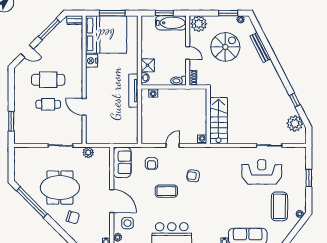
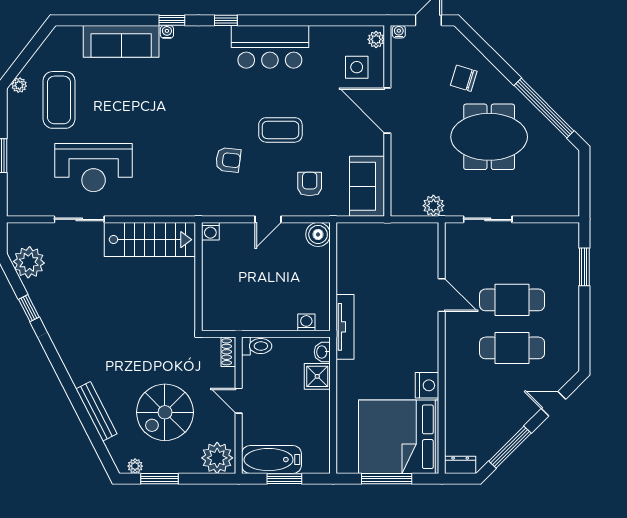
cafe table: (48, 104) -> (512, 300), width x1.37, depth x1.35
stairs: (219, 121) -> (150, 240), moved, turned -90
boiler: (147, 138) -> (318, 234), added

